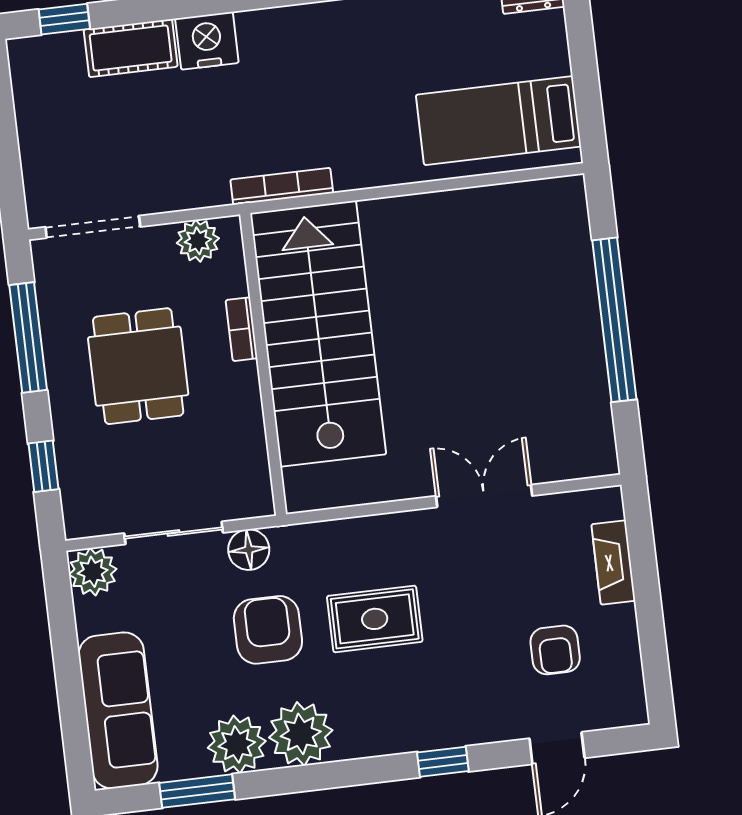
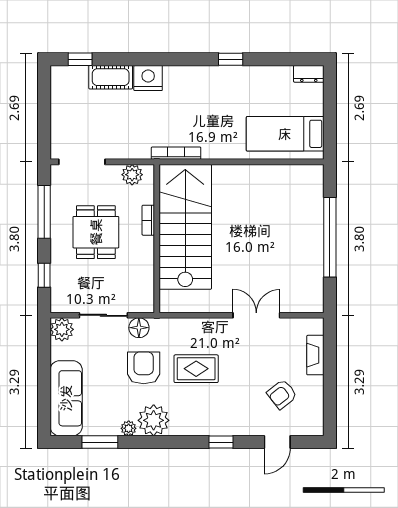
armchair: (555, 650) -> (282, 394), turned 52
plant: (237, 744) -> (129, 428), width x0.53, depth x0.53

